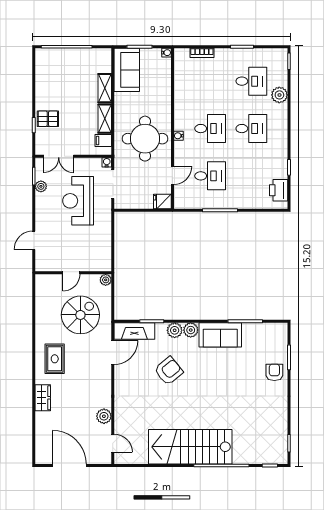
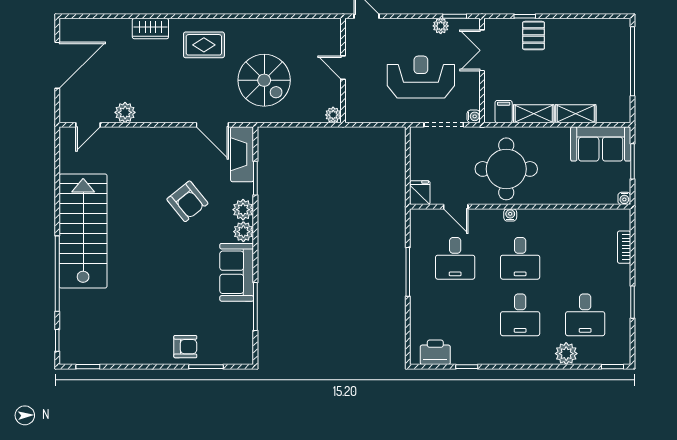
door: (71, 273) -> (343, 68), moved
wall: (73, 273) -> (343, 70), moved
plant: (106, 280) -> (333, 115), moved

